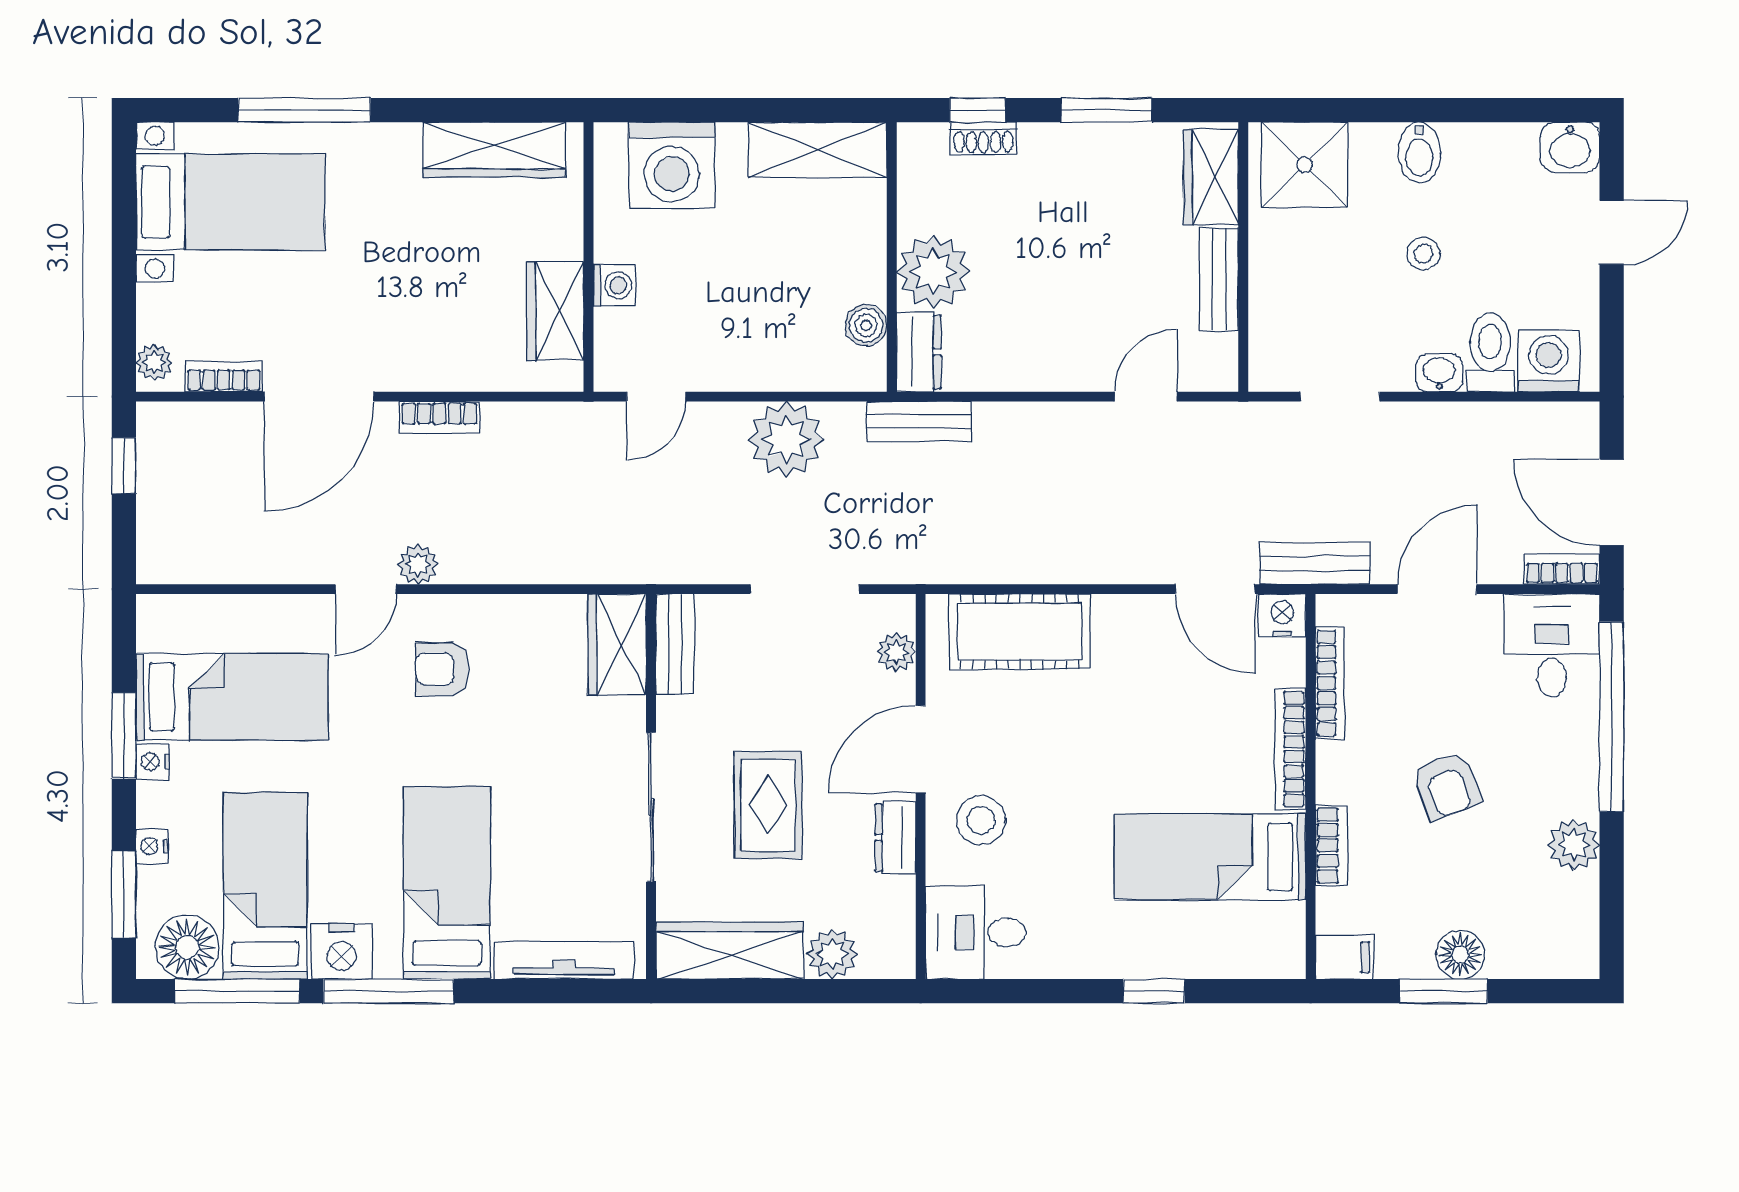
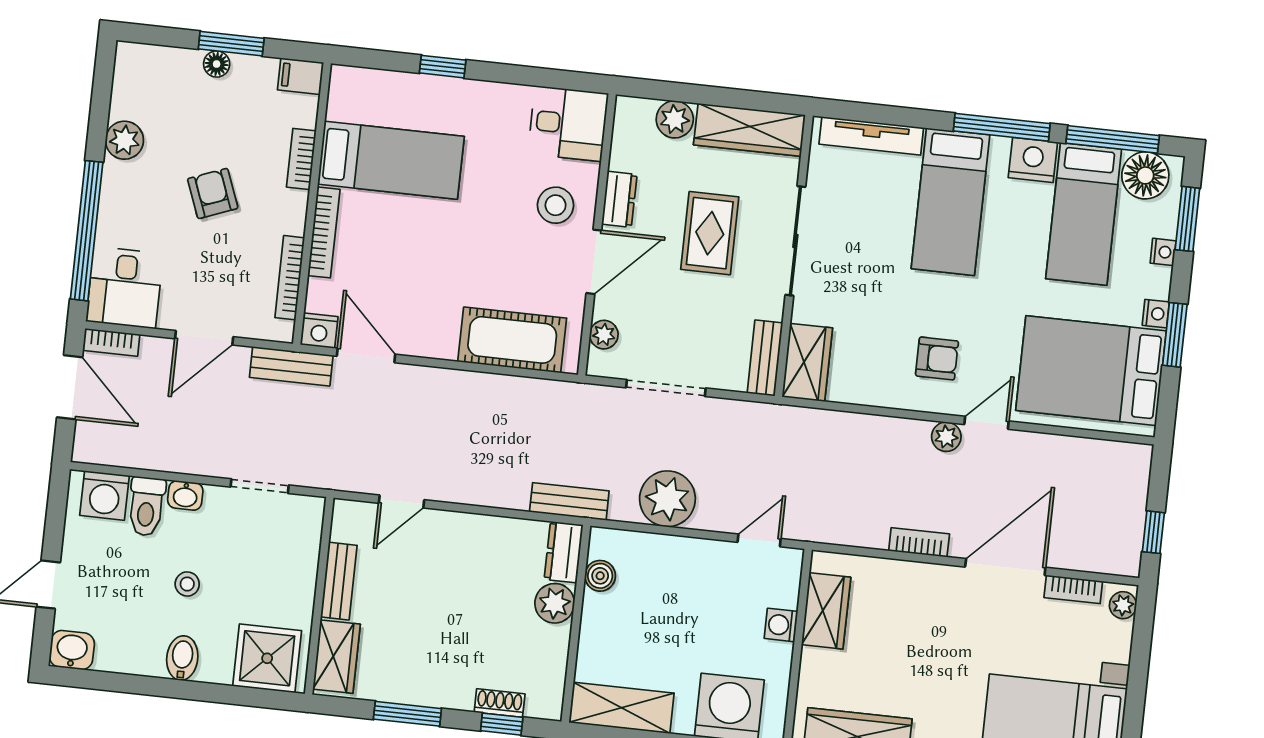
plant: (933, 272) -> (555, 603), width x0.73, depth x0.73
bed: (232, 697) -> (1091, 371), width x1.50
floor lamp: (1460, 955) -> (217, 64), width x0.73, depth x0.73

